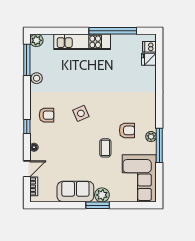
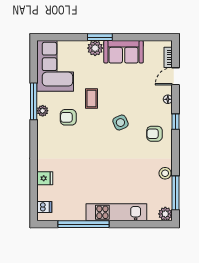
fridge: (149, 59) -> (45, 178), moved
side table: (81, 113) -> (120, 123), moved

